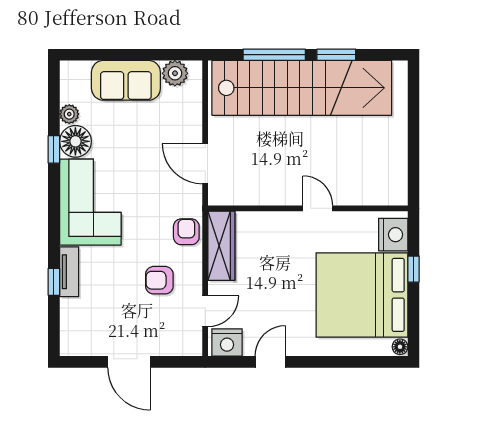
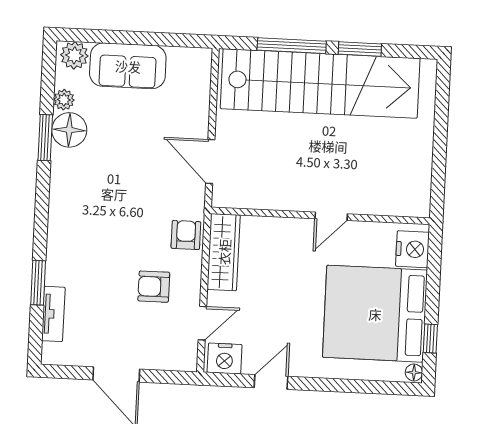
plant: (175, 73) -> (74, 55), moved
window: (54, 149) -> (45, 138), width x1.50
corner sofa: (90, 202) -> (82, 197), removed
door: (318, 208) -> (331, 216), swing flipped
window: (413, 269) -> (430, 338), moved
tv unit: (69, 272) -> (53, 314), moved
window: (54, 282) -> (38, 283), width x1.50

